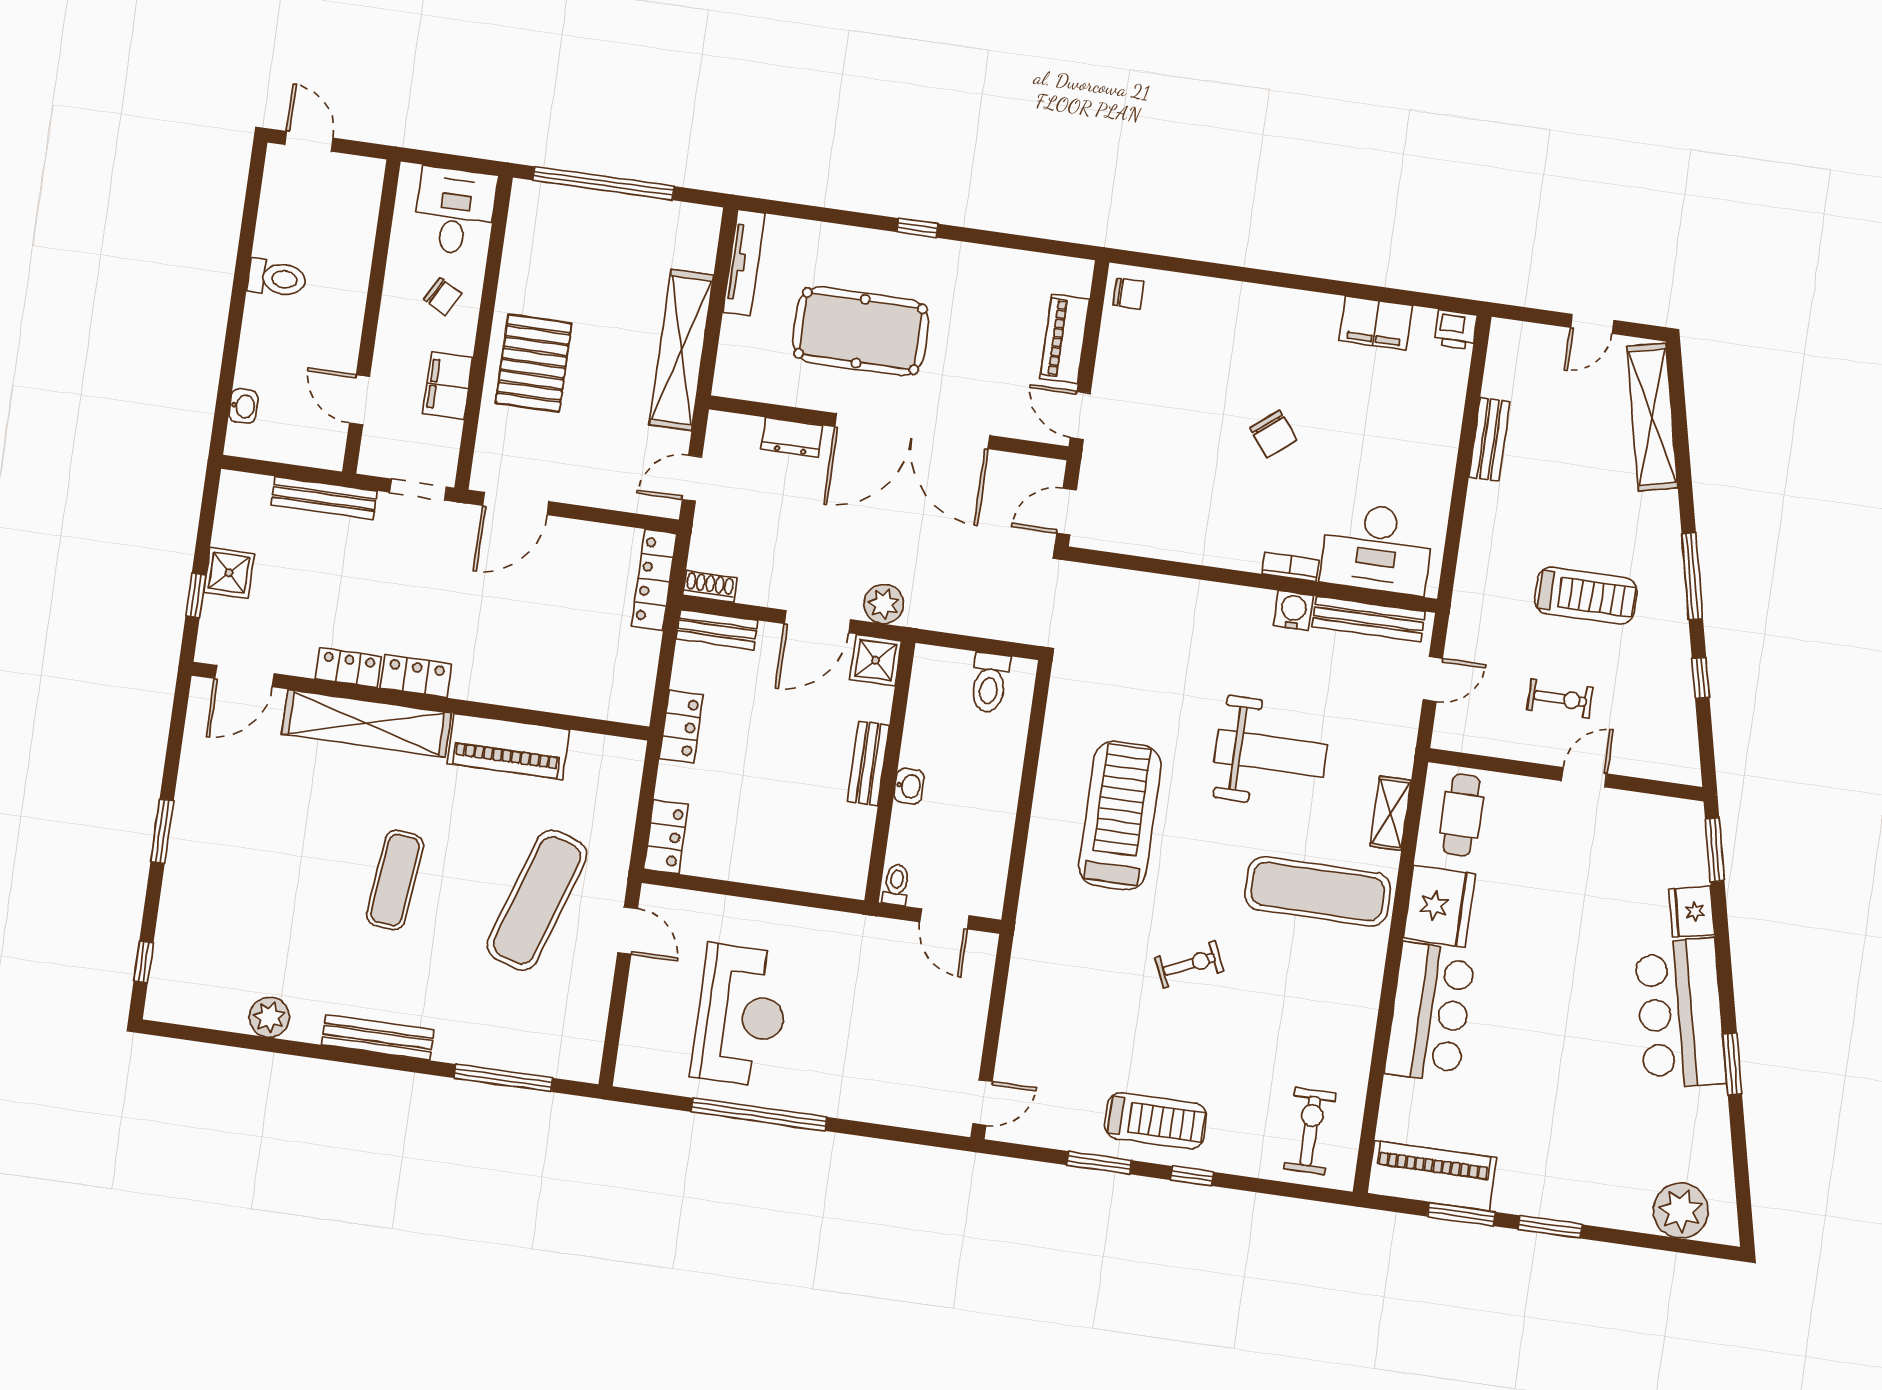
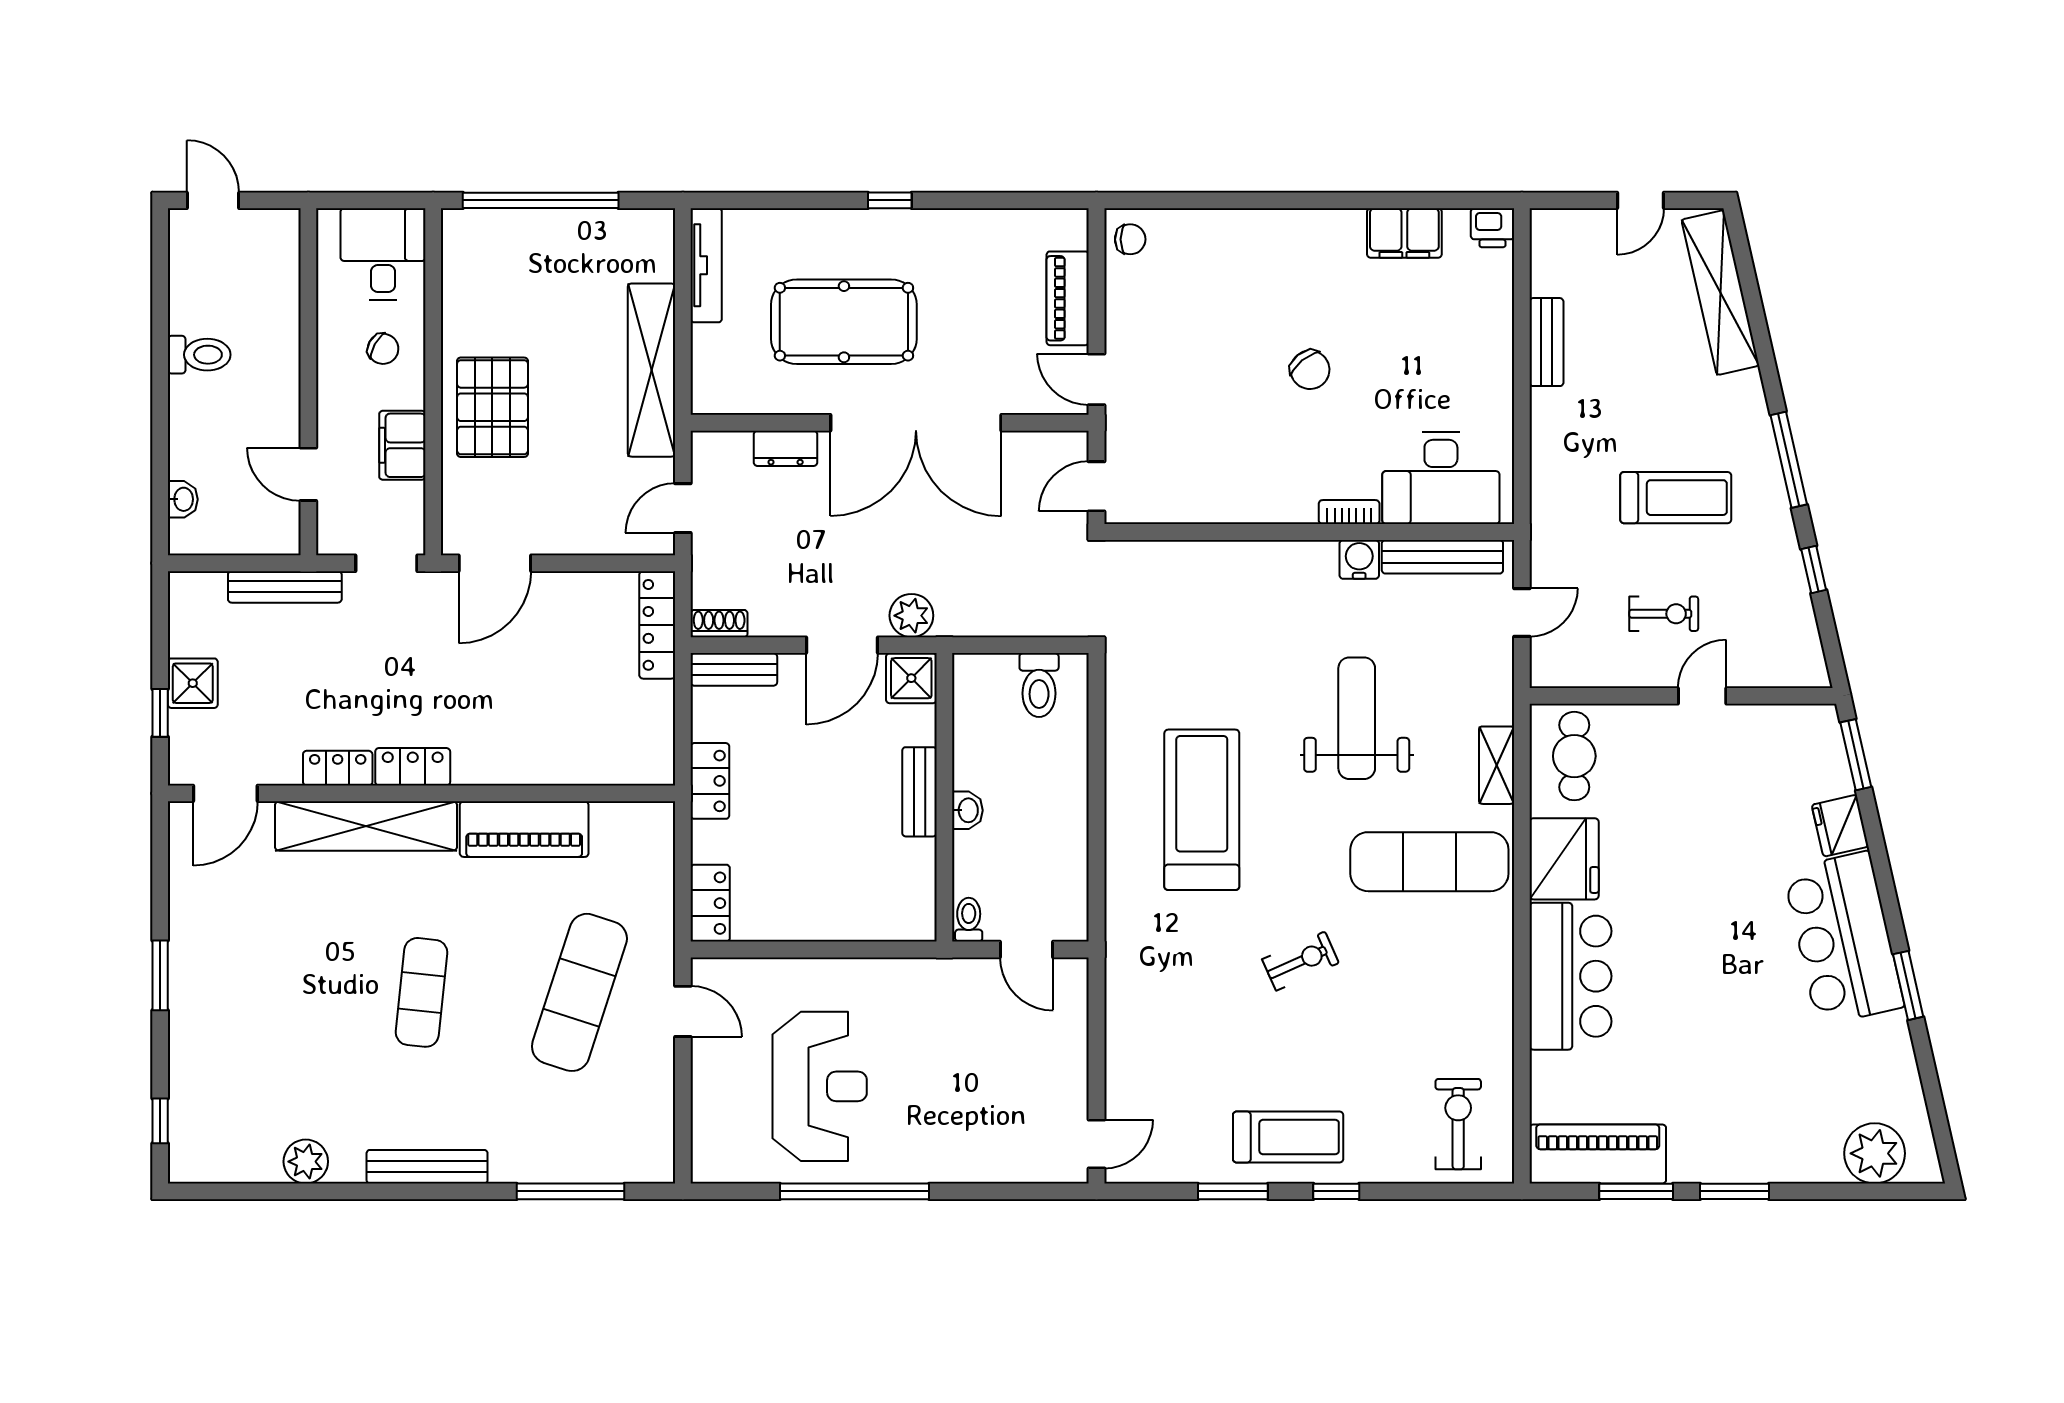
weight bench: (1271, 753) -> (1357, 718), turned -90

